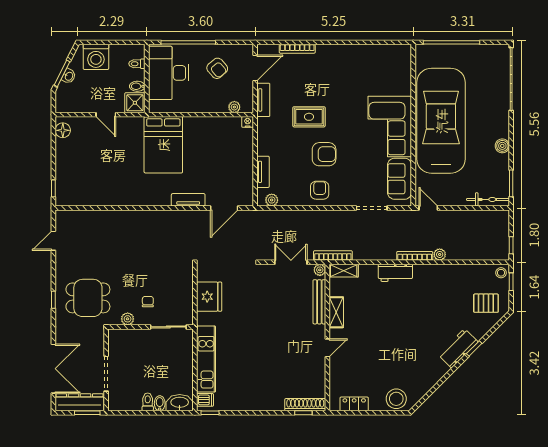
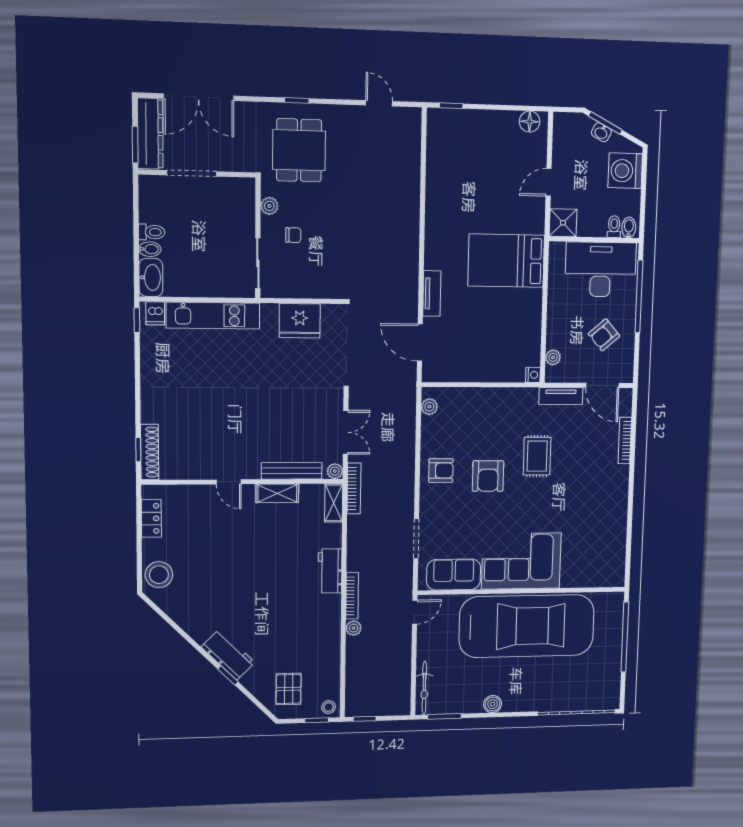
bidet: (137, 86) -> (629, 228), moved
tv unit: (263, 172) -> (467, 395), removed

